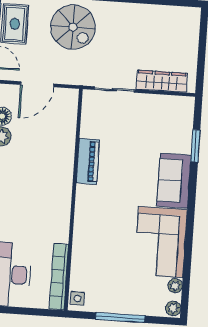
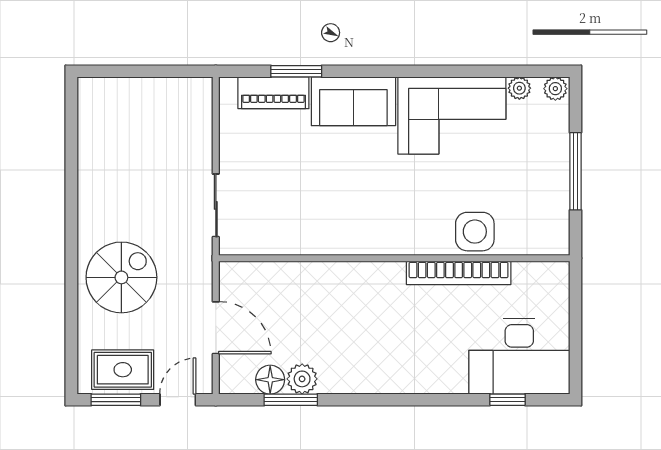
wardrobe: (162, 81) -> (198, 131), removed
piano: (88, 161) -> (273, 93), moved, turned 180
bookcase: (59, 277) -> (459, 273), moved
side table: (77, 298) -> (475, 232), moved, width x1.87, depth x1.87

